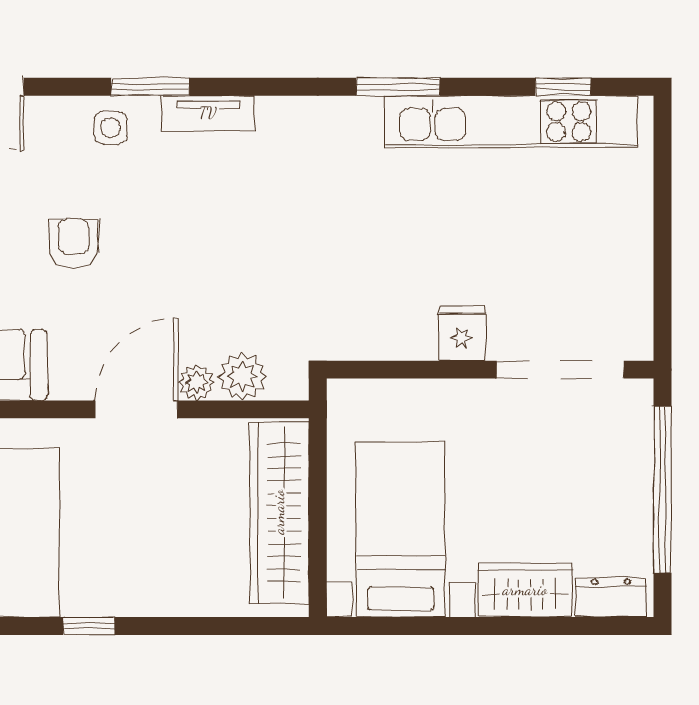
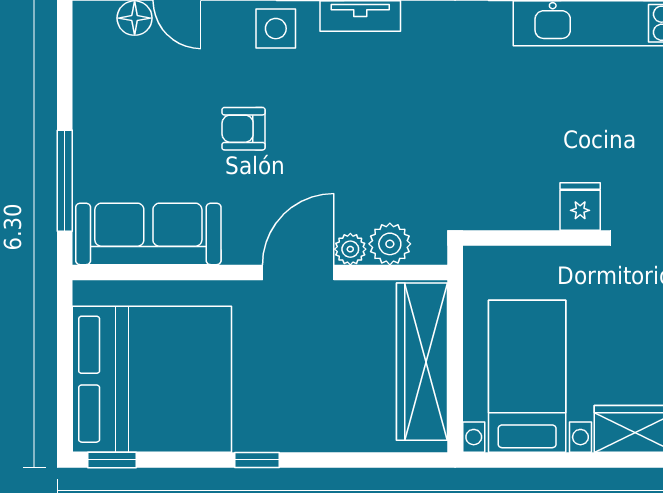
side table: (111, 128) -> (276, 29), width x1.37, depth x1.37
armchair: (73, 243) -> (244, 129), turned -90

